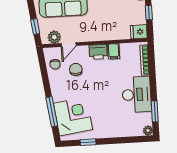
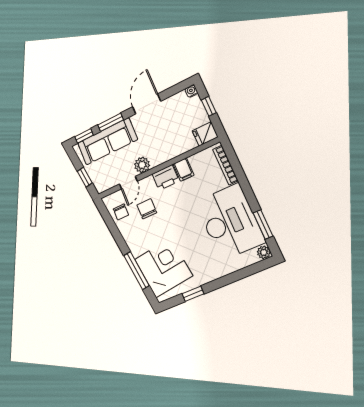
plant: (54, 37) -> (142, 165), moved
desk: (137, 95) -> (230, 222), width x1.36, depth x1.30

